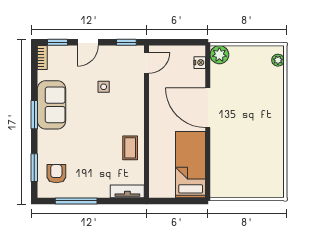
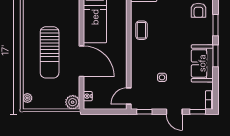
door: (88, 42) -> (174, 112), swing flipped
sun lounger: (249, 119) -> (50, 52), added
window: (34, 168) -> (216, 25), moved

